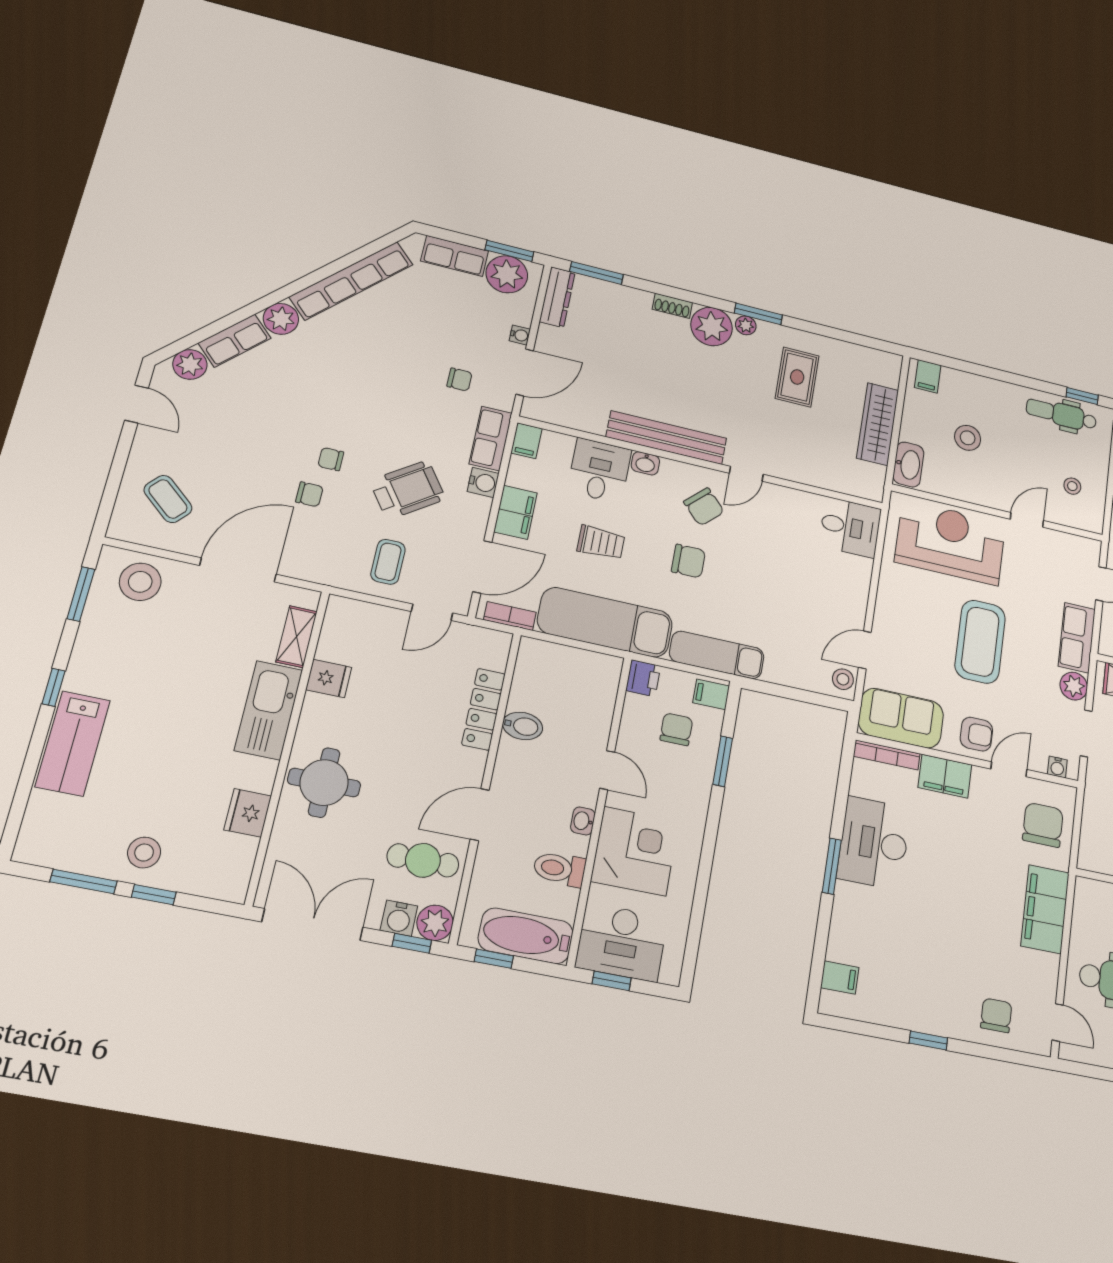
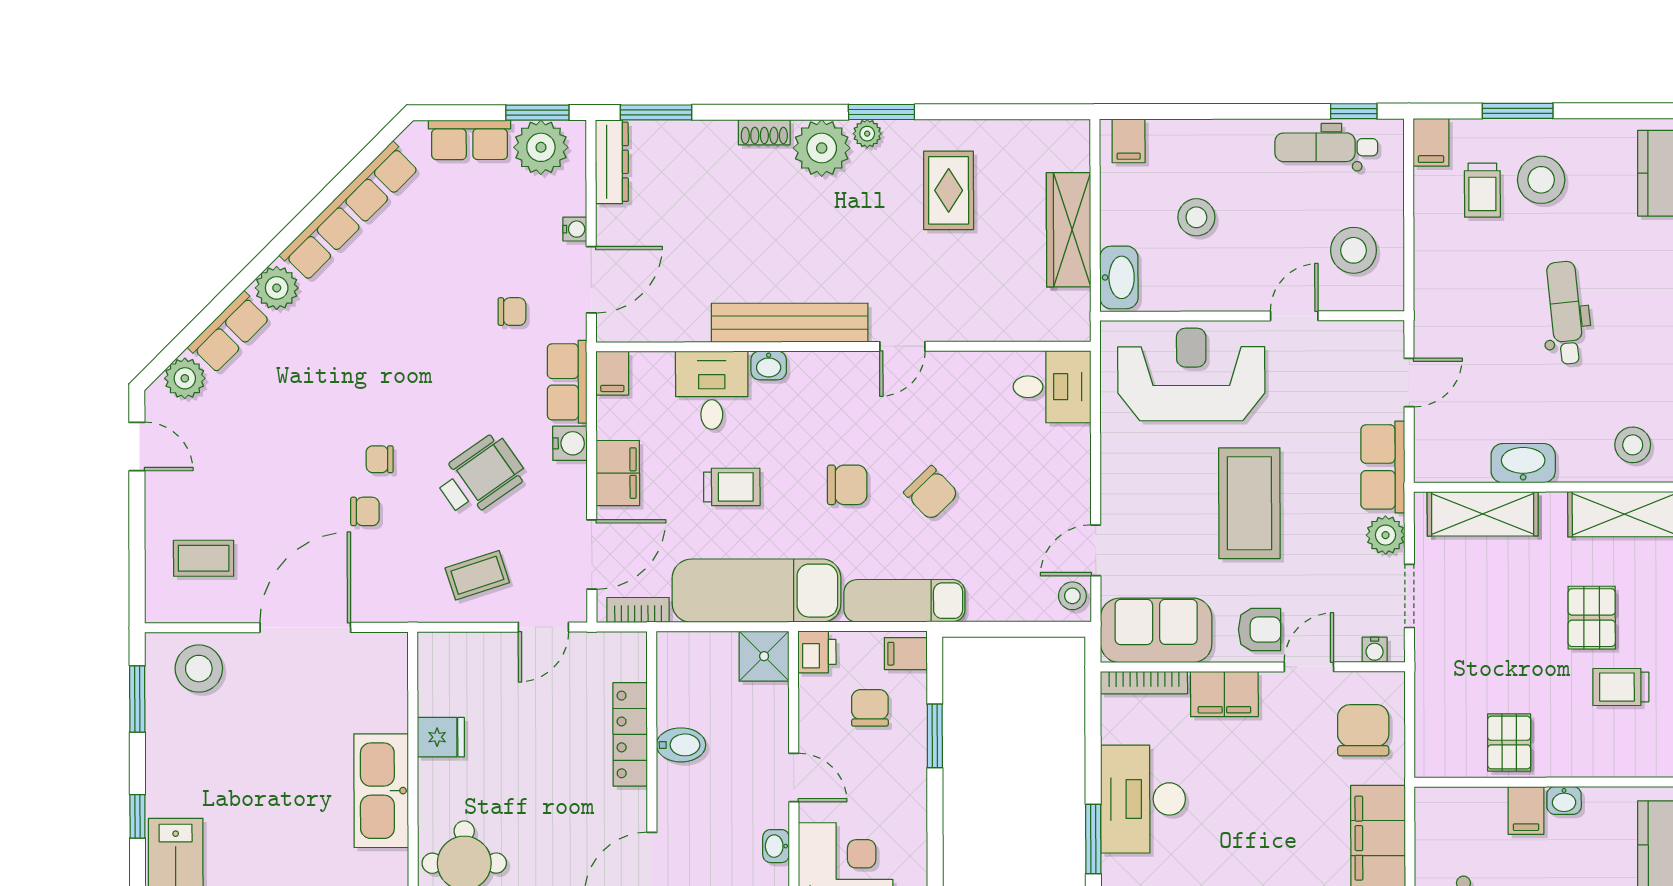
stool: (1072, 486) -> (1354, 250), width x1.89, depth x1.89
coffee table: (168, 499) -> (204, 558), turned -41
chair: (704, 507) -> (931, 493), moved
coffee table: (388, 562) -> (477, 575), turned 72
shelving: (296, 637) -> (392, 694), removed
shower: (602, 672) -> (764, 656), added

